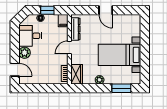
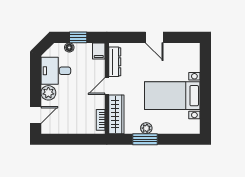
door: (15, 70) -> (36, 115), hinge flipped
wardrobe: (77, 74) -> (116, 114), width x1.50
window: (121, 88) -> (145, 139), moved

